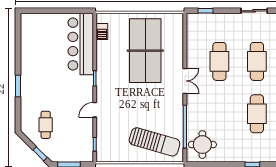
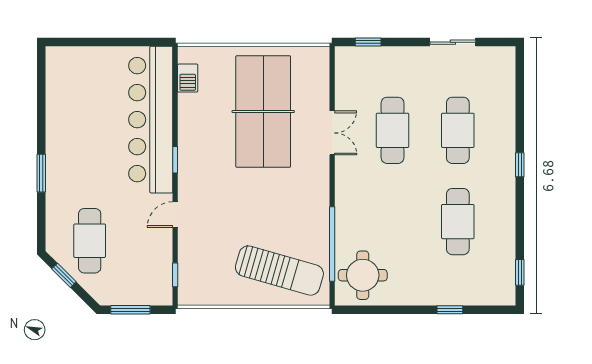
bar counter: (81, 44) -> (151, 120), width x1.36
double door: (185, 81) -> (332, 133), moved
cafe table: (46, 125) -> (90, 241), width x1.37, depth x1.35
window: (40, 154) -> (64, 275), moved

